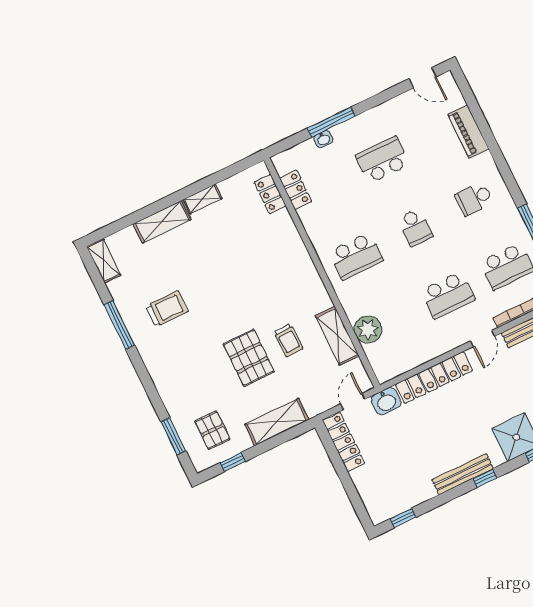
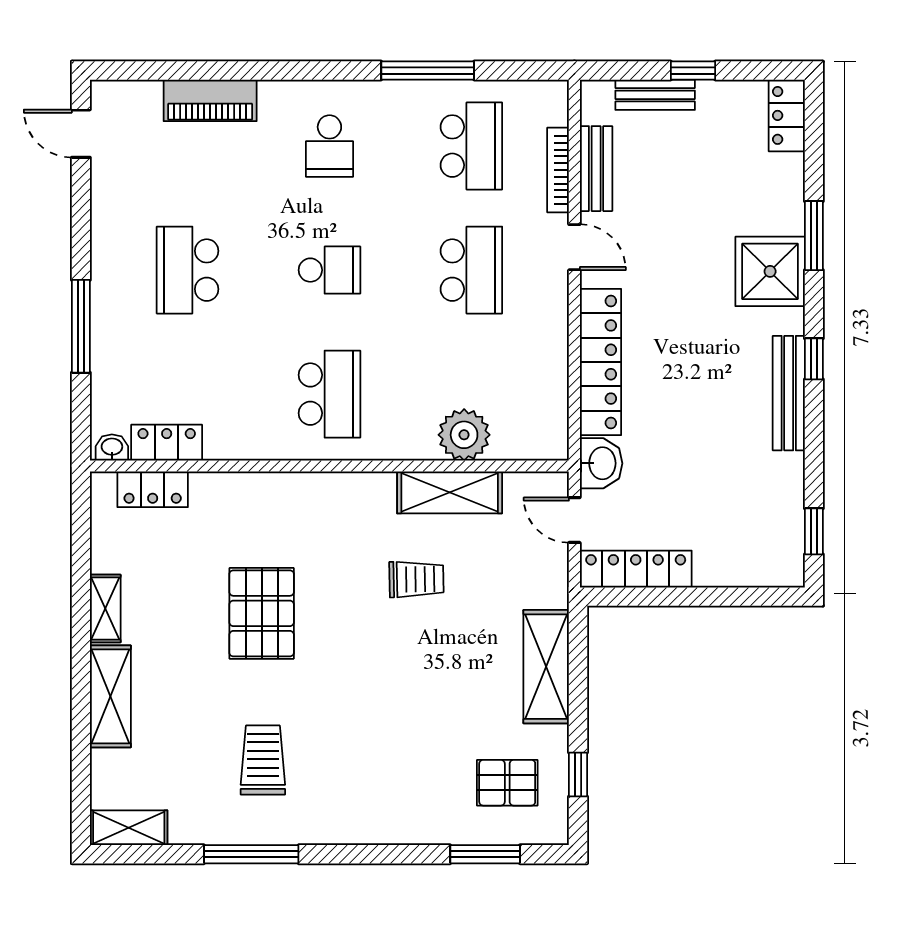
door: (423, 78) -> (81, 134), swing flipped
washbasin: (323, 139) -> (112, 447), moved, turned -90
pallet: (249, 358) -> (262, 613), moved, turned 90

